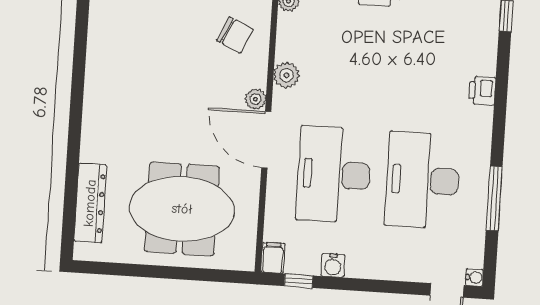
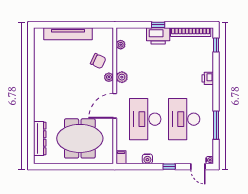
plant: (255, 99) -> (109, 77), moved
door: (266, 140) -> (115, 106), hinge flipped
window: (299, 281) -> (169, 167), moved

